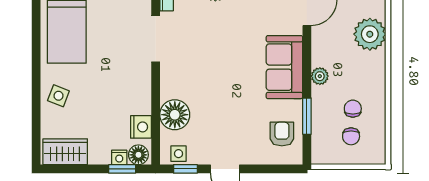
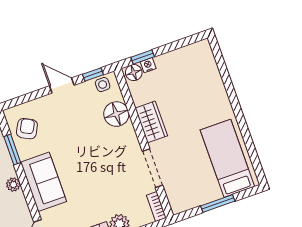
side table: (58, 96) -> (213, 97), removed
nightstand: (141, 127) -> (140, 95), removed
armchair: (282, 134) -> (27, 129), turned -152
wardrobe: (65, 152) -> (151, 122), moved, turned -90

